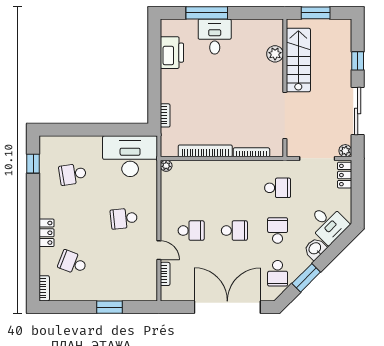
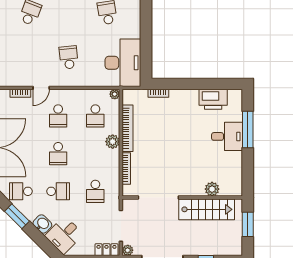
plant: (221, 168) -> (113, 142), added
school desk: (191, 188) -> (95, 116), added

